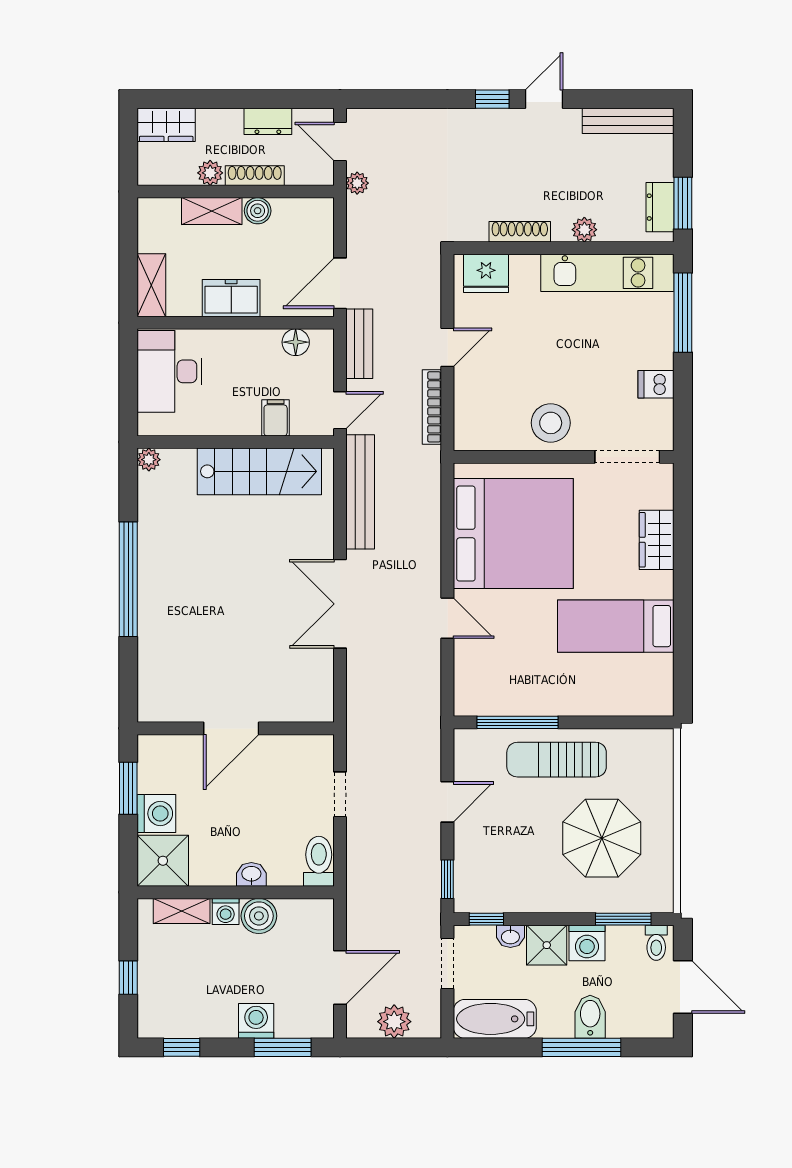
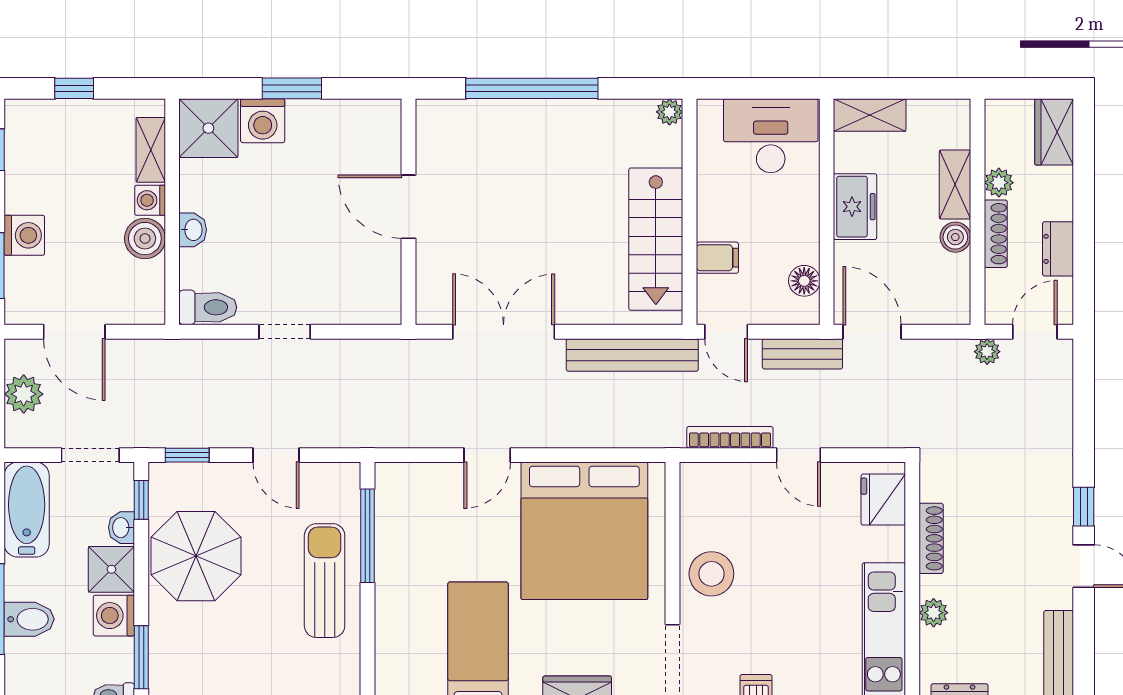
door: (231, 728) -> (409, 207), moved
wall: (236, 728) -> (409, 212), moved
parasol: (602, 838) -> (196, 556), moved

